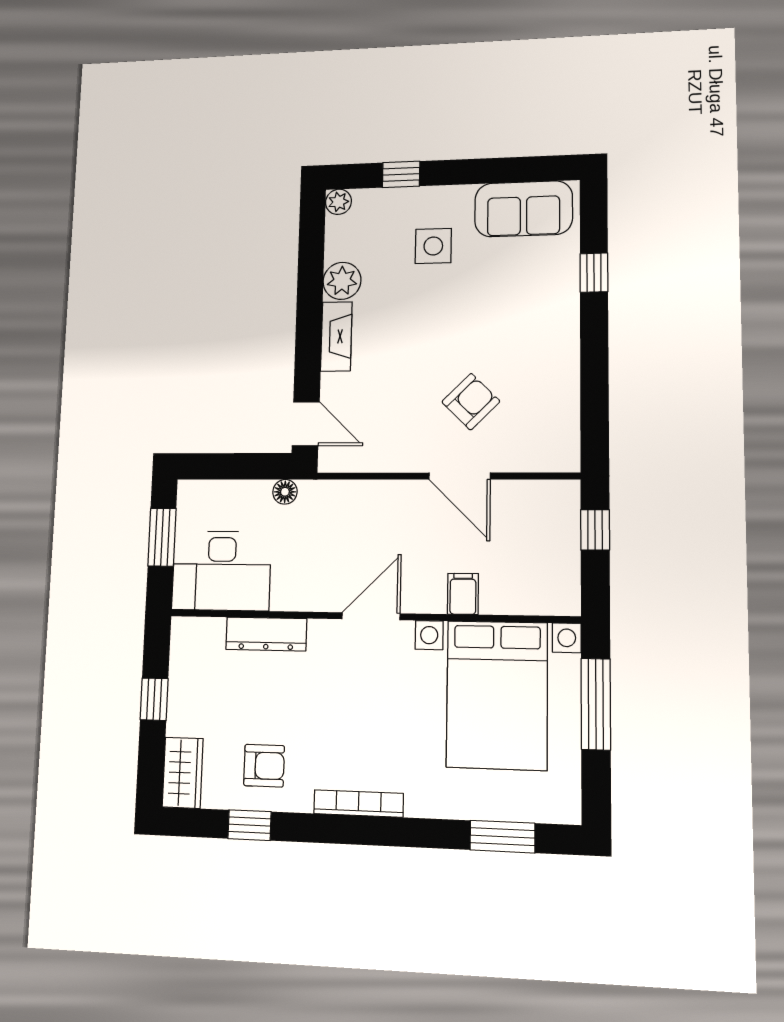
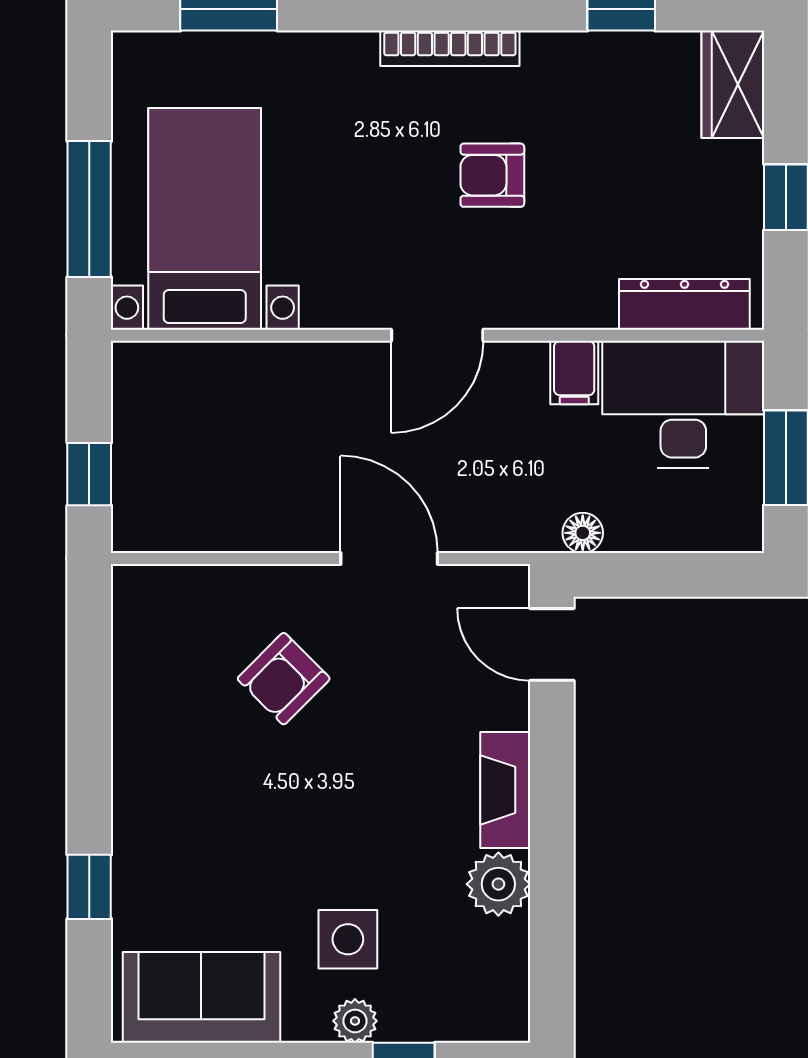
plant: (338, 202) -> (355, 1021), moved
door: (460, 476) -> (389, 558), moved
filing cabinet: (463, 594) -> (574, 373), moved
dresser: (266, 634) -> (684, 304), moved
bed with nightstands: (497, 695) -> (205, 219), width x0.73
armchair: (264, 766) -> (492, 175), moved

